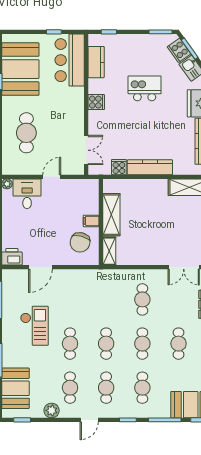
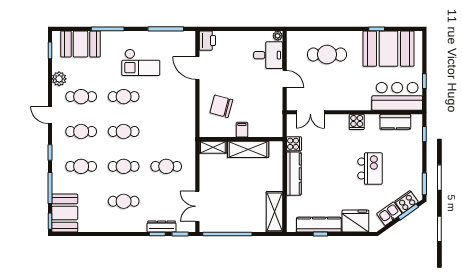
shelving: (111, 215) -> (248, 149), moved
filing cabinet: (91, 221) -> (242, 130), moved
wall: (101, 222) -> (241, 139), moved
shelving: (109, 251) -> (213, 147), moved

